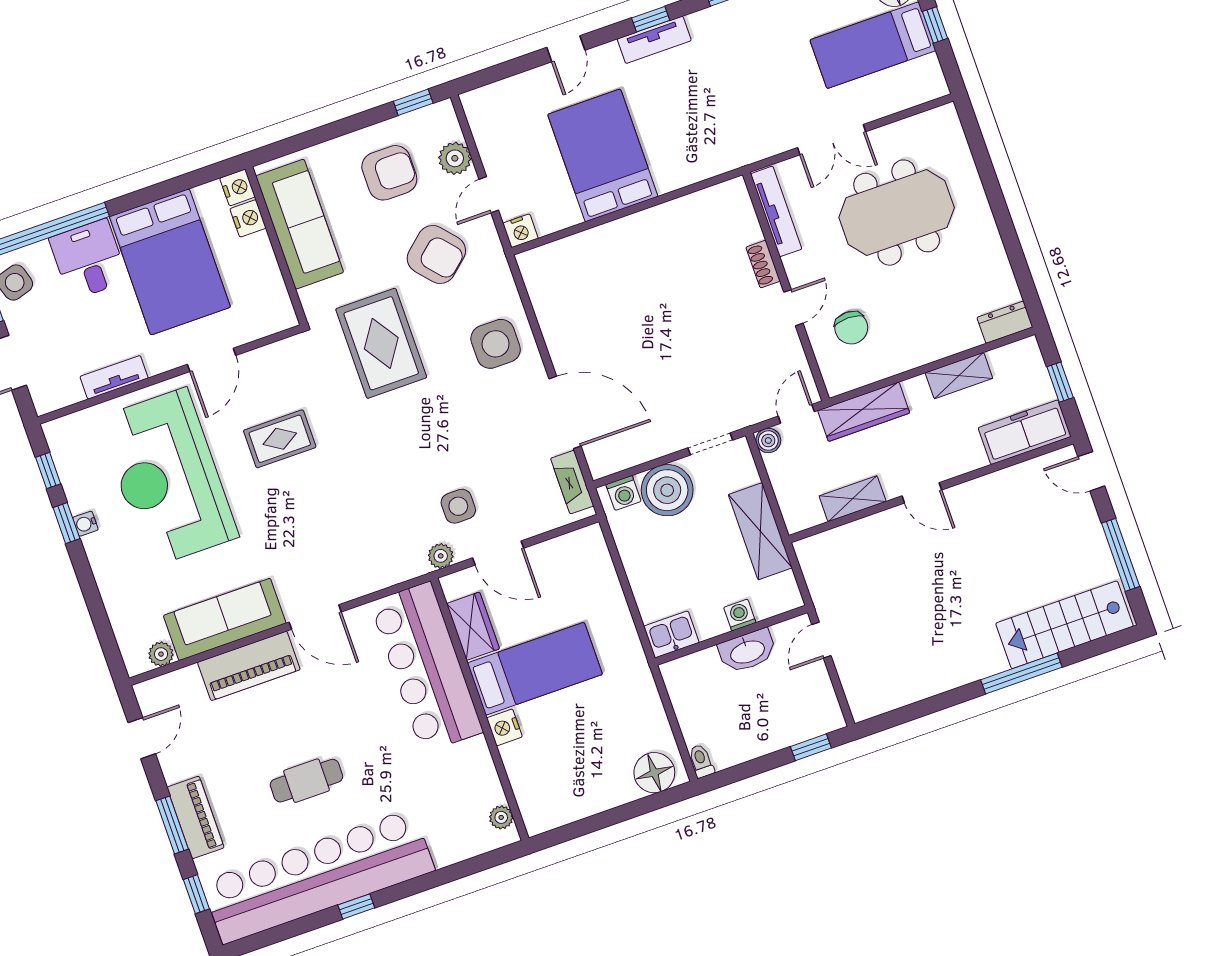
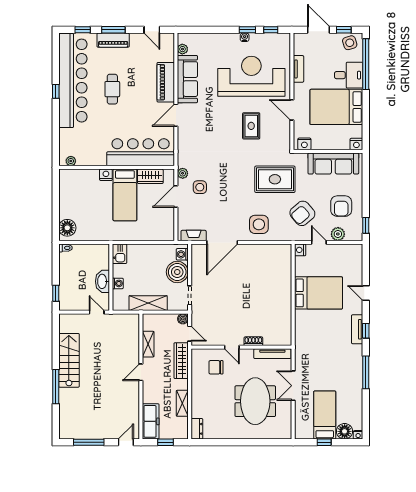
nightstand: (248, 218) -> (304, 144), moved
stairs: (1064, 625) -> (69, 360), moved

